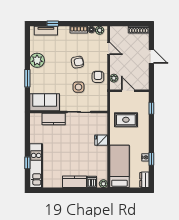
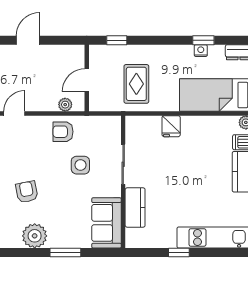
armchair: (77, 62) -> (27, 192), moved
window: (27, 163) -> (179, 252), moved

